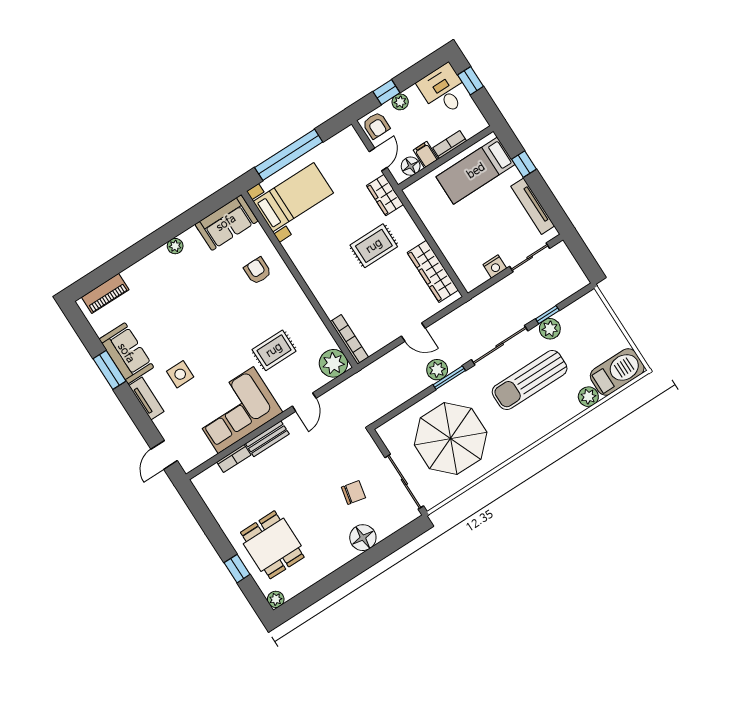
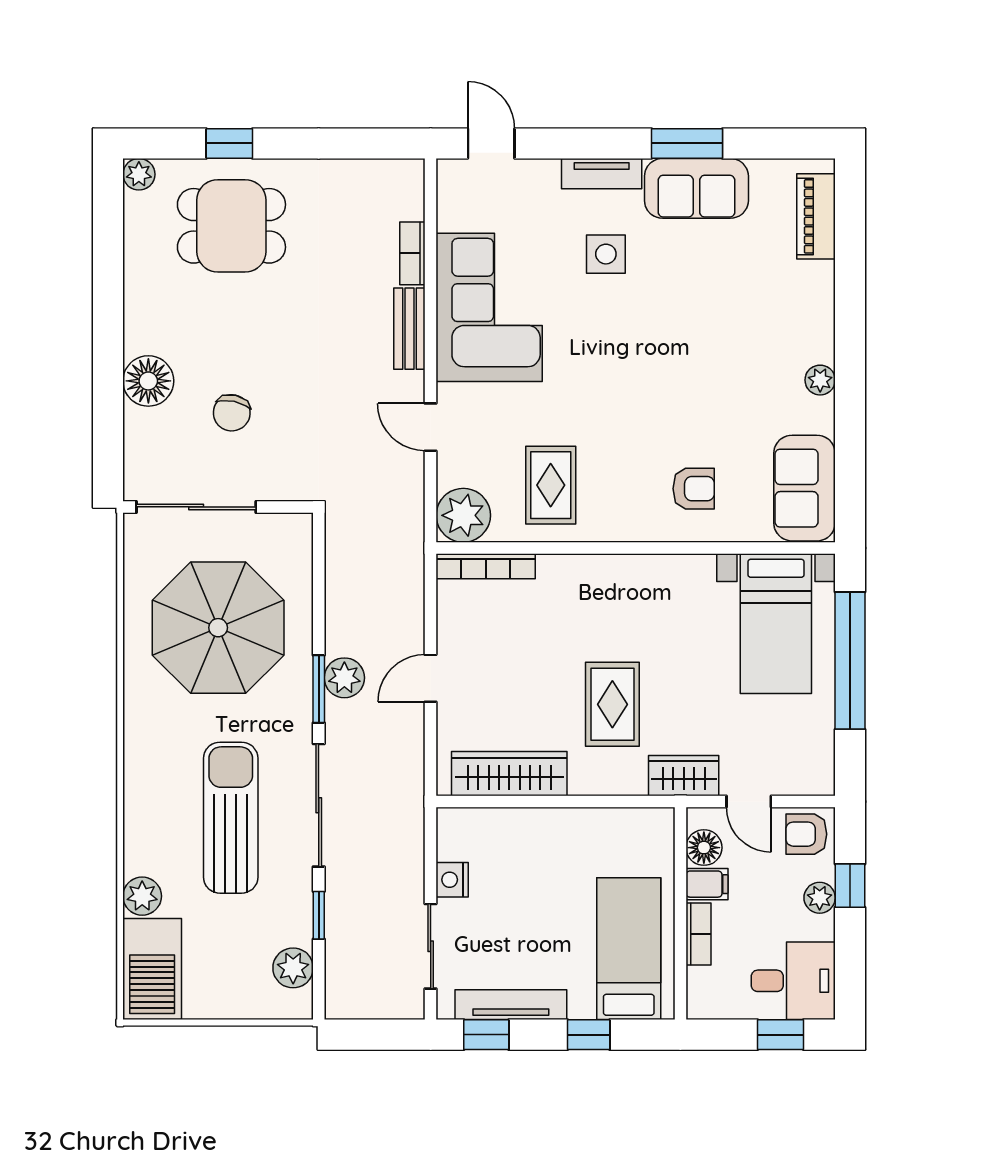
window: (553, 209) -> (486, 1035), added
plant: (550, 329) -> (293, 968), moved
rug: (274, 350) -> (551, 485), moved

